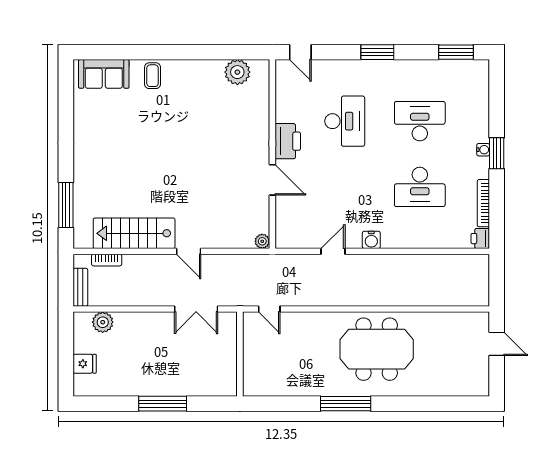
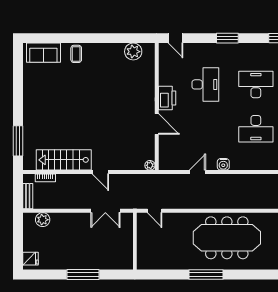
meeting table: (377, 349) -> (227, 238), width x1.36
fridge: (85, 364) -> (30, 259), moved

